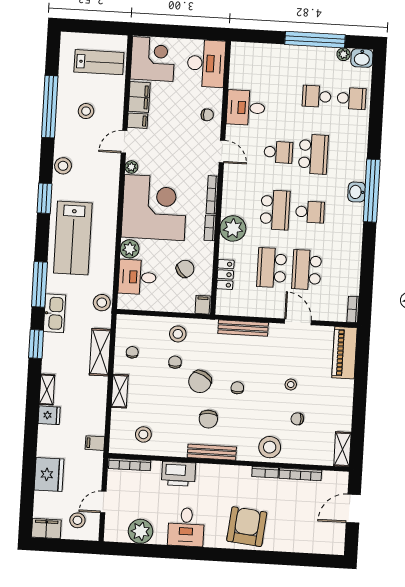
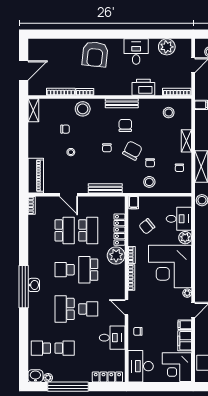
locker: (256, 50) -> (107, 377), added
school desk: (278, 152) -> (88, 309), turned 180
locker: (225, 274) -> (119, 230), width x1.53

